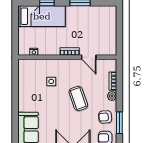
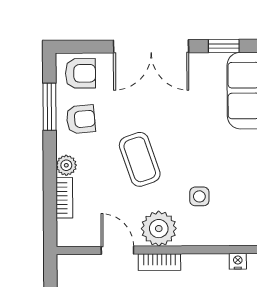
plant: (70, 67) -> (159, 229), added

